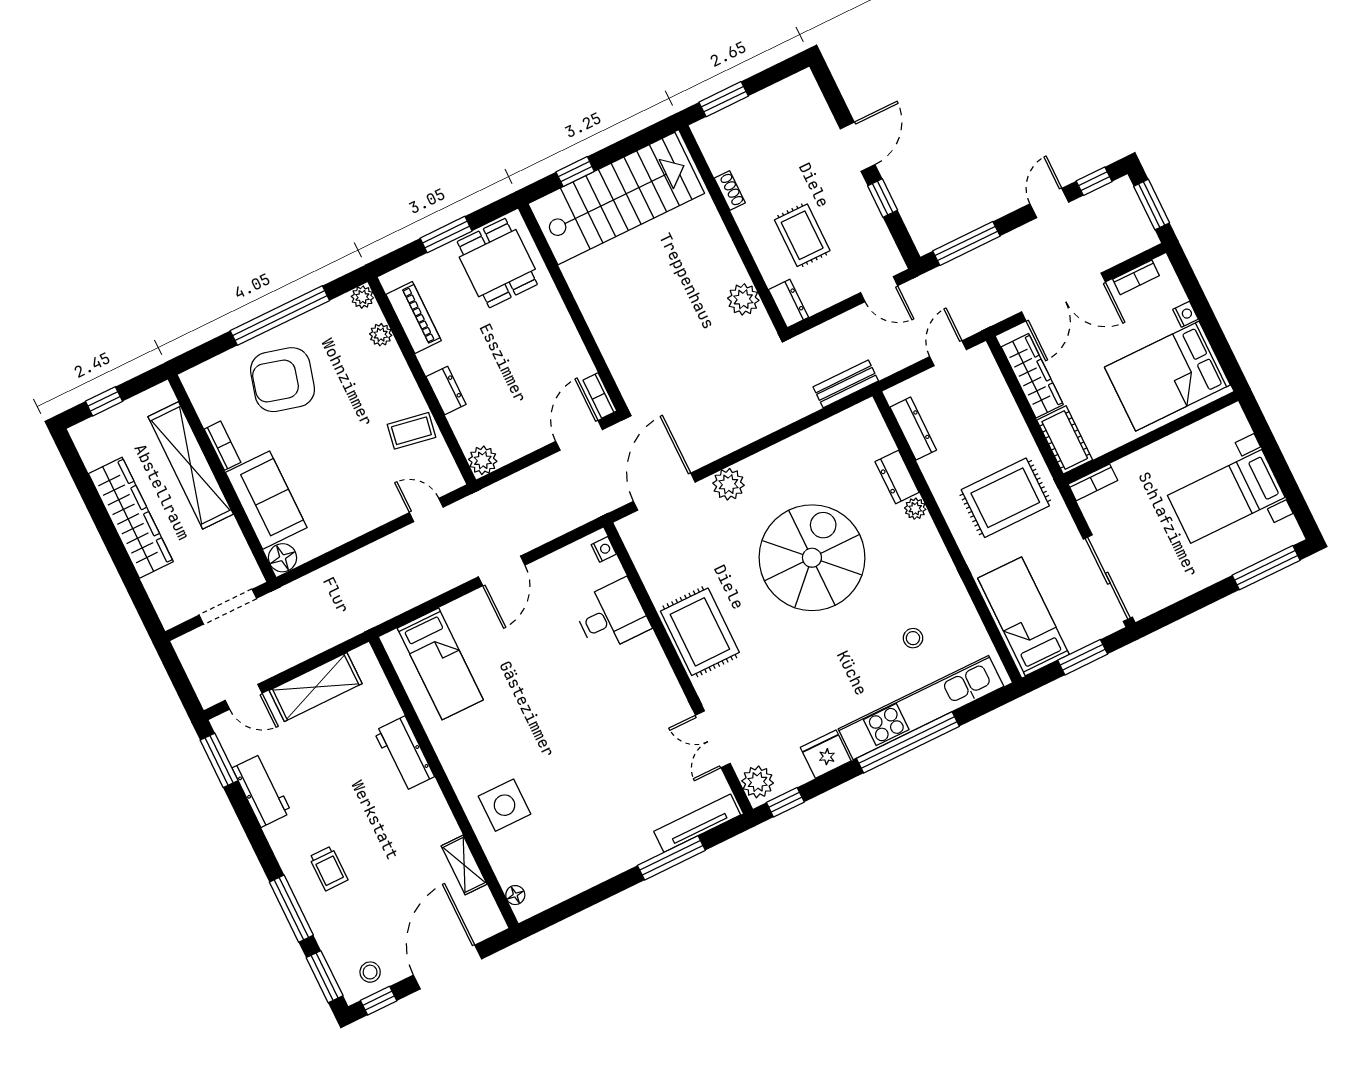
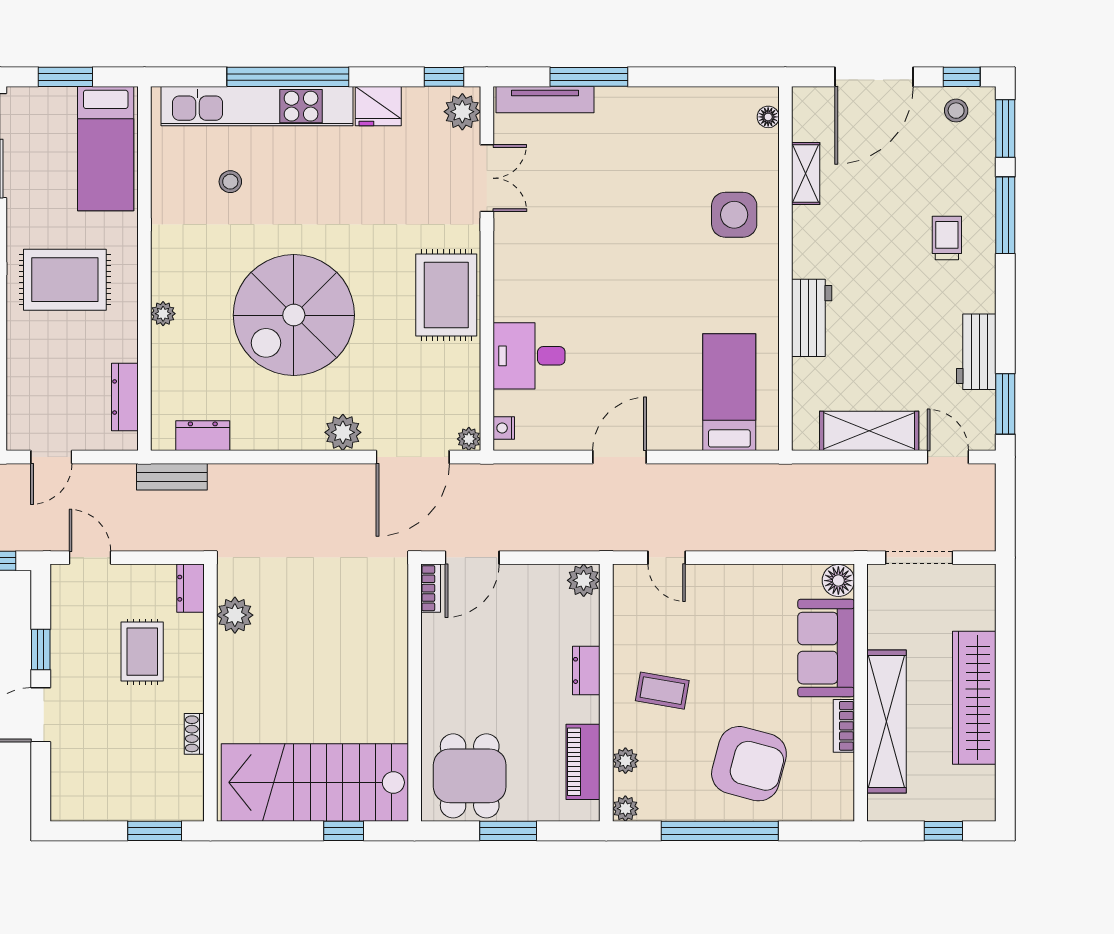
coffee table: (411, 431) -> (662, 691), moved
dresser: (897, 477) -> (203, 436), moved, turned -90
plant: (627, 527) -> (469, 439), added

